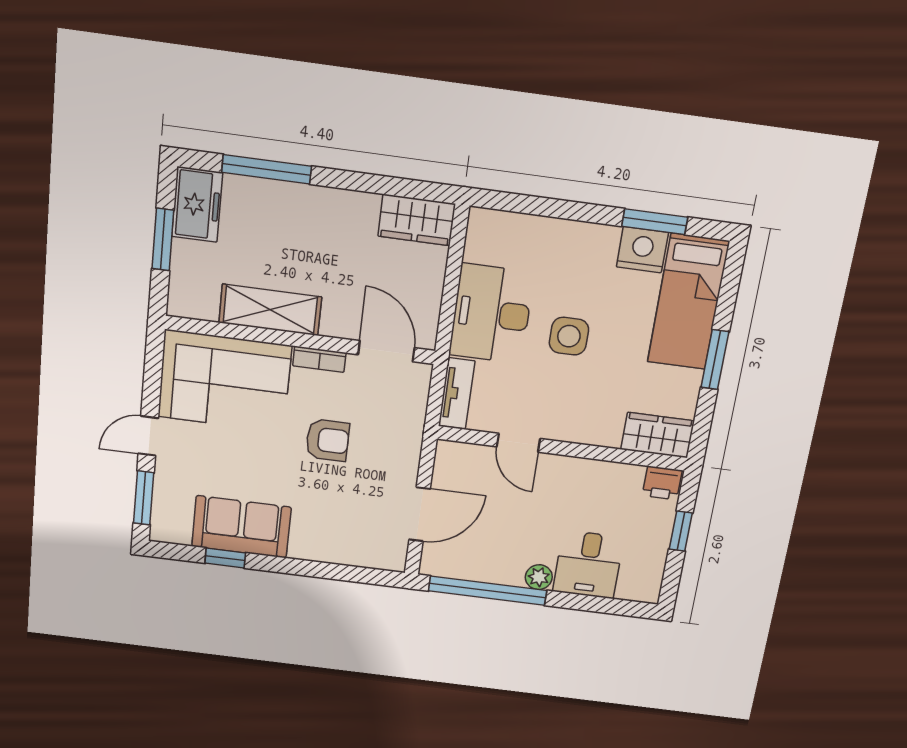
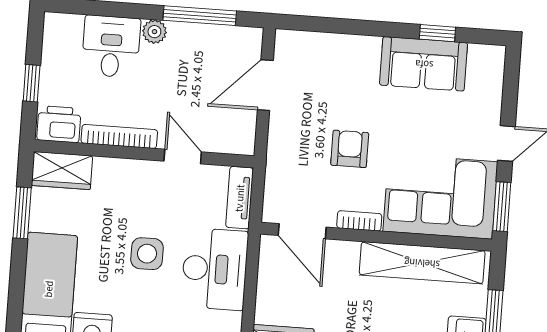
shelving: (270, 310) -> (422, 263), width x1.47
window: (715, 360) -> (22, 213), moved
armchair: (328, 440) -> (350, 149), turned 90
bookcase: (588, 469) -> (119, 136), added
printer: (662, 483) -> (59, 124), width x1.36, depth x1.24
window: (144, 498) -> (502, 207), moved
window: (488, 591) -> (200, 16), width x0.68

